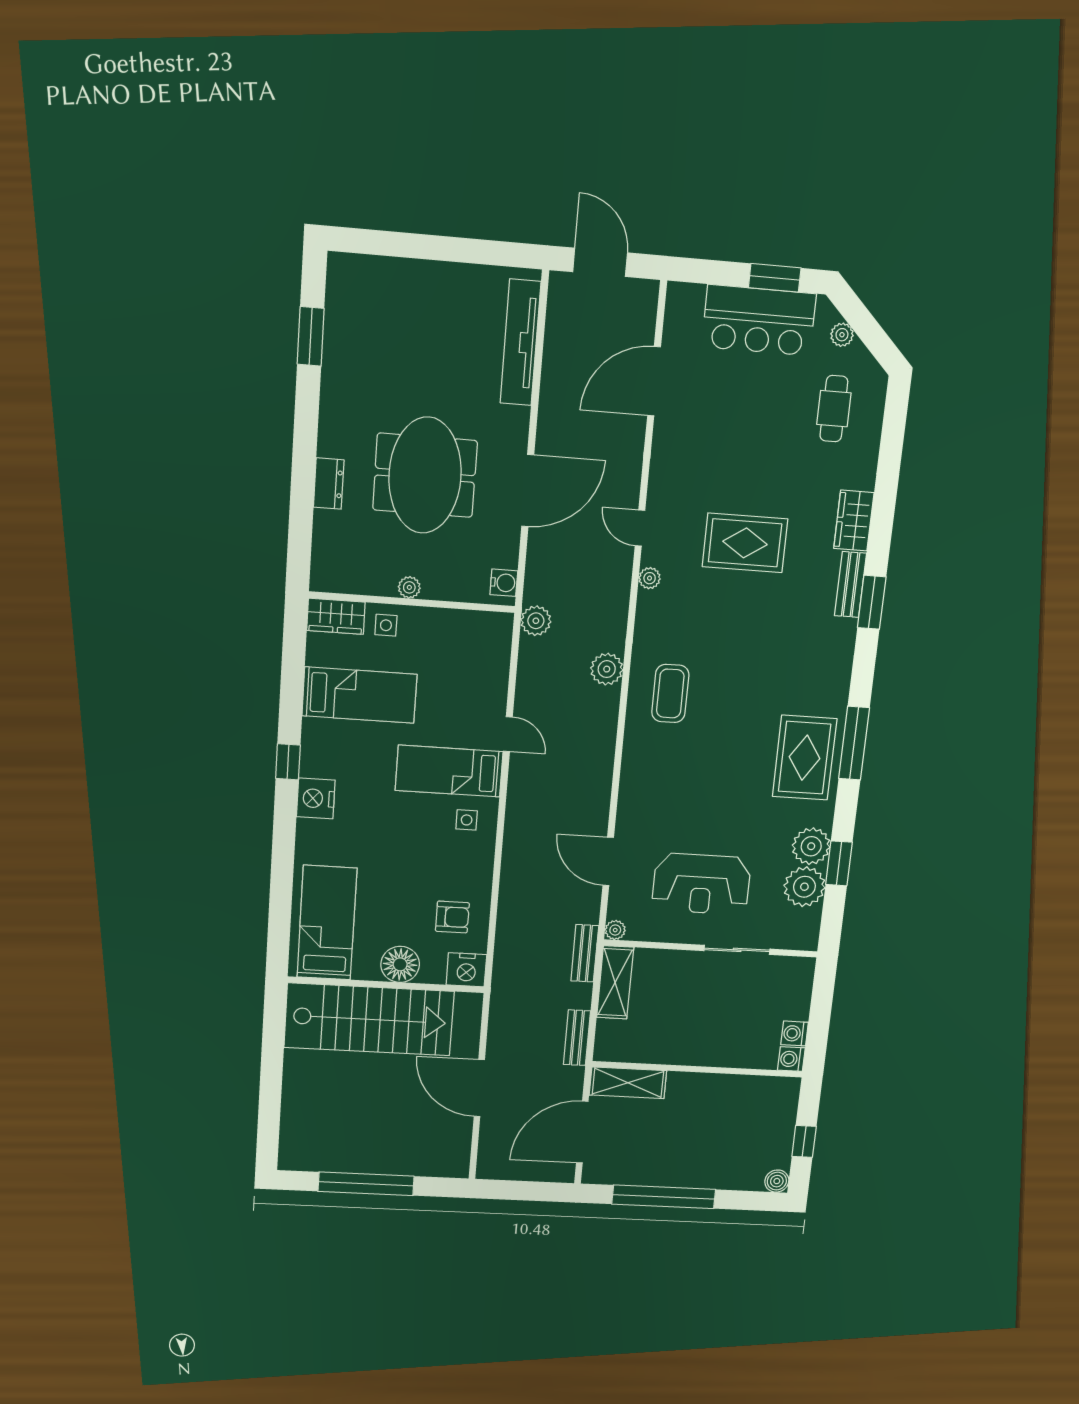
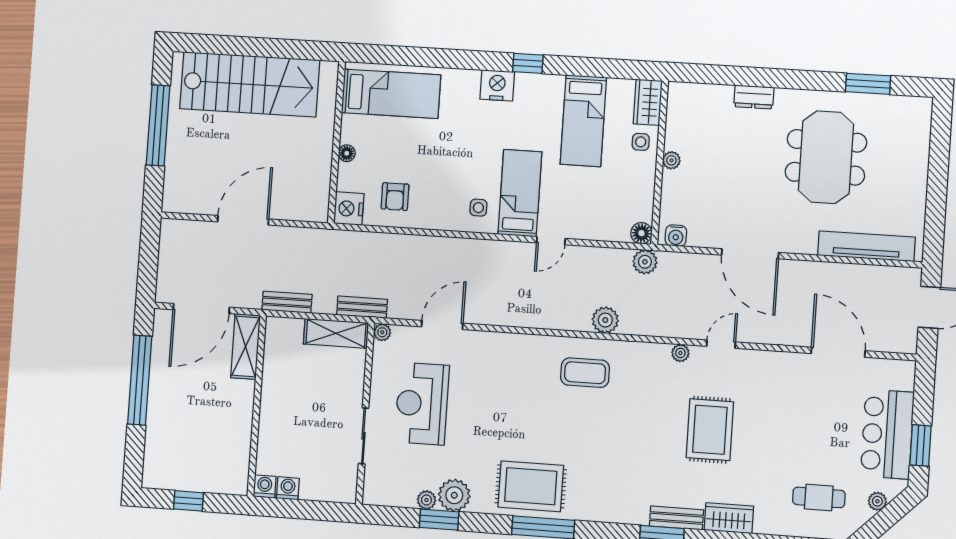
meeting table: (425, 475) -> (826, 157), moved, turned 90
floor lamp: (500, 625) -> (641, 233), added
plant: (804, 887) -> (426, 500), width x0.53, depth x0.53
floor lamp: (400, 964) -> (347, 153), width x0.53, depth x0.53
stairs: (369, 1019) -> (250, 84), moved, turned -90
door: (582, 1132) -> (201, 308), swing flipped
boiler: (777, 1181) -> (152, 478), removed

